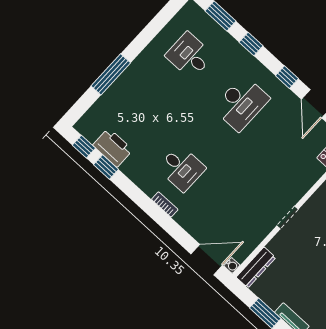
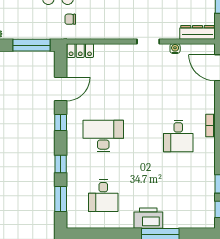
printer: (113, 147) -> (148, 218), moved, turned 90
desk: (182, 168) -> (178, 136), turned 180
water cooler: (232, 265) -> (175, 49), moved

